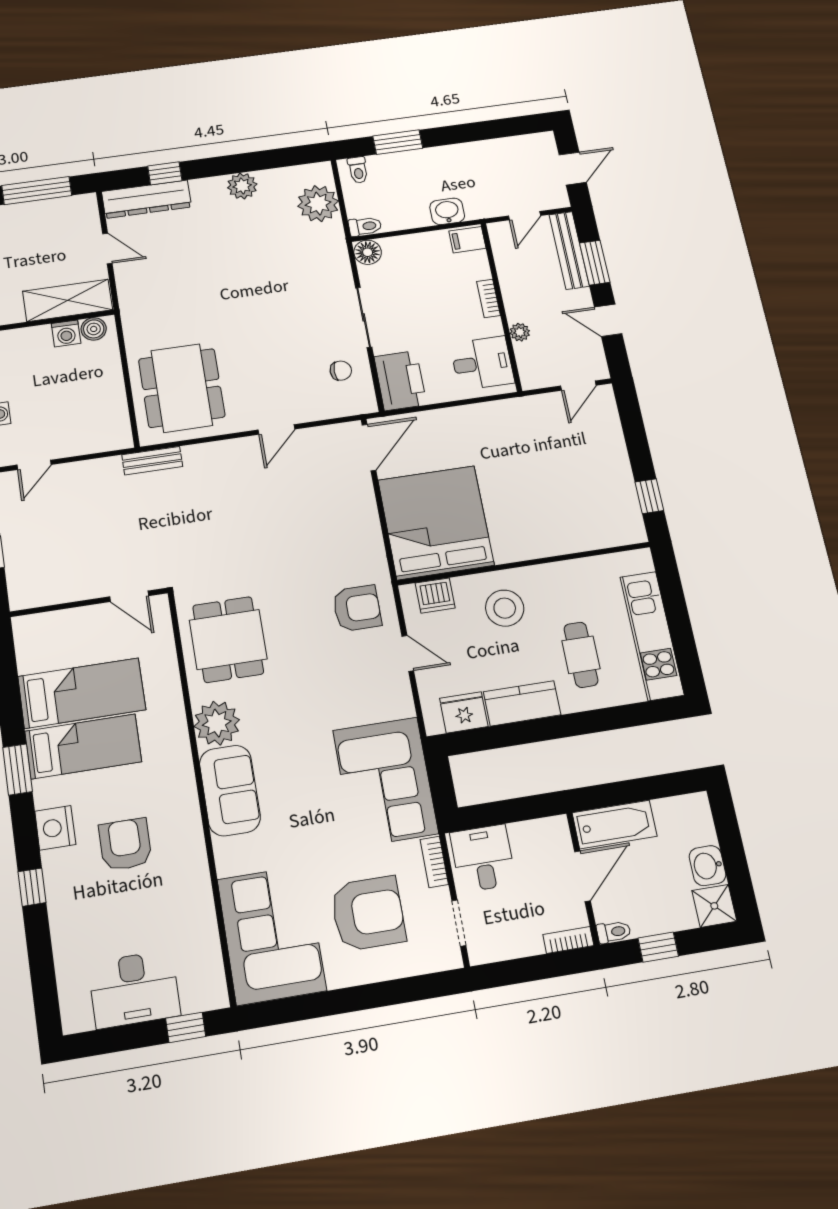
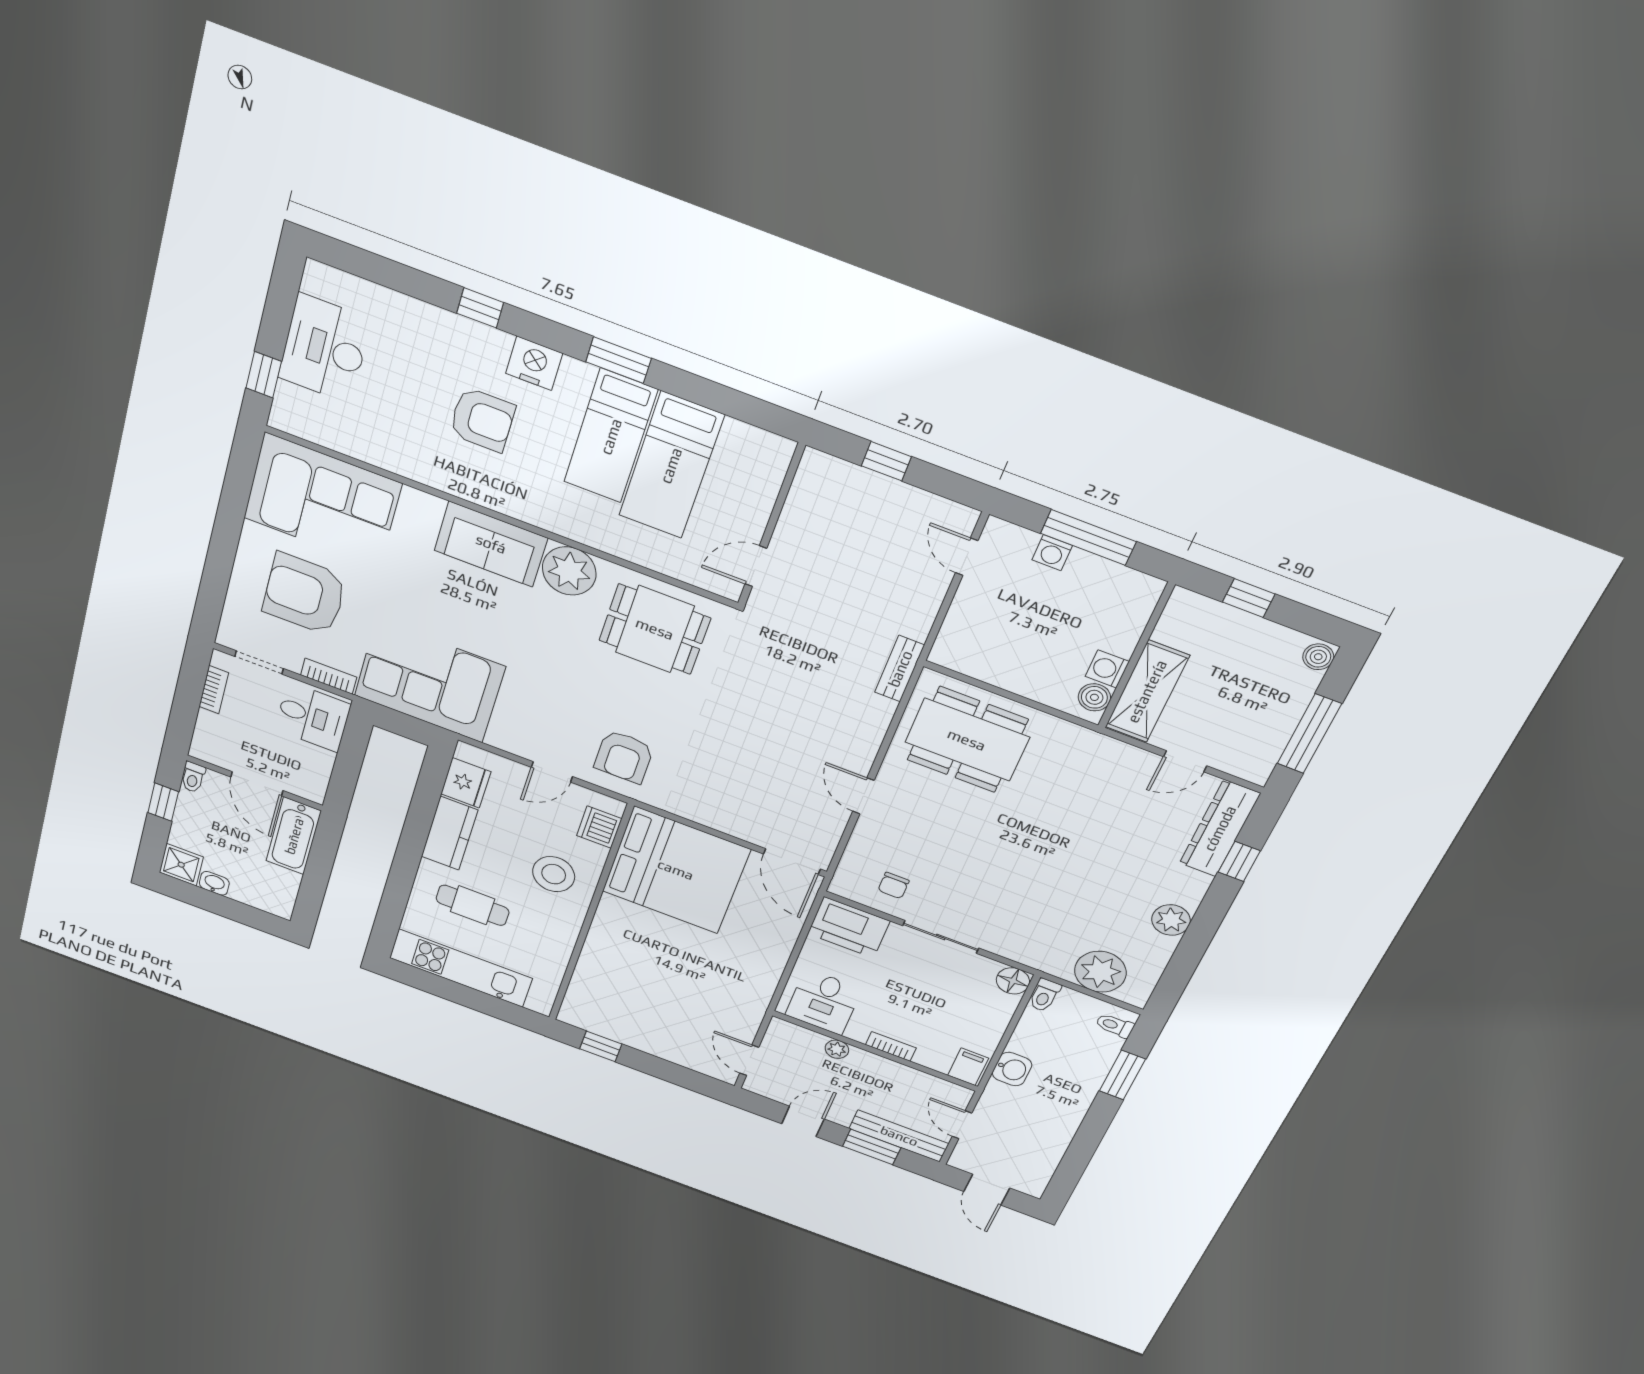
washbasin: (707, 866) -> (214, 883), width x0.72, depth x0.69
armchair: (368, 913) -> (304, 594), turned 90
bookcase: (568, 940) -> (214, 690), moved

